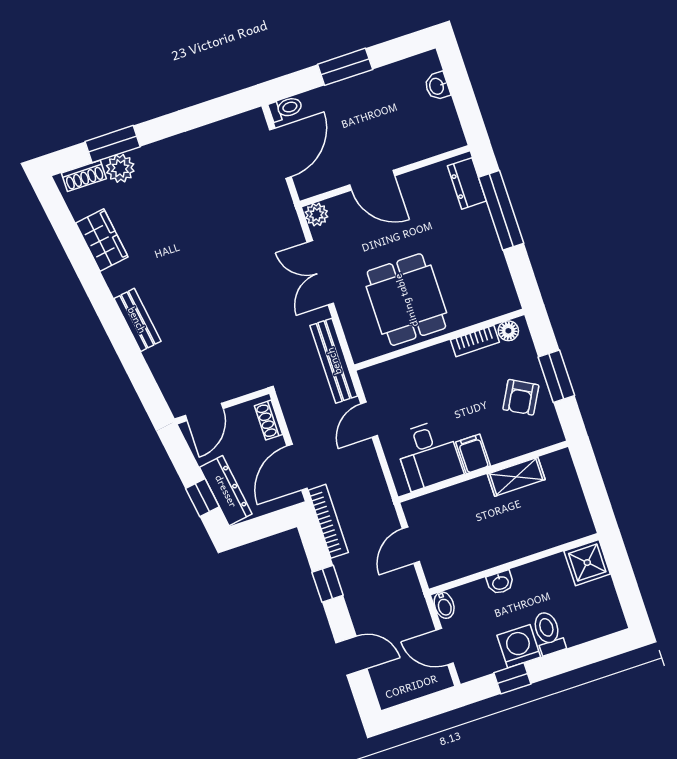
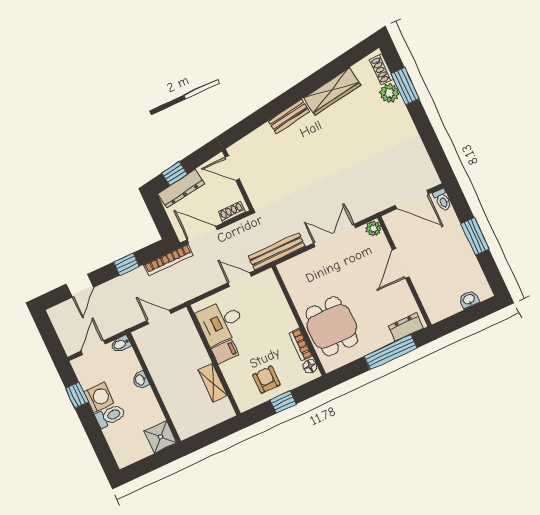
wardrobe: (102, 240) -> (332, 91), width x1.50
dining table: (406, 300) -> (332, 326), moved, turned 90
window: (556, 376) -> (283, 402), width x0.67
armchair: (521, 397) -> (266, 380), turned 61

